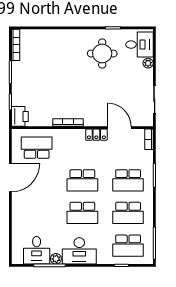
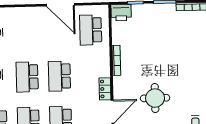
round table: (102, 54) -> (155, 98), moved
school desk: (37, 148) -> (91, 30), turned 180

